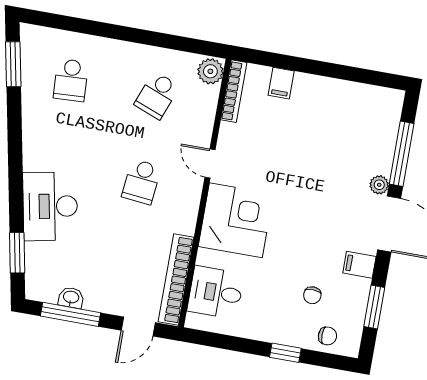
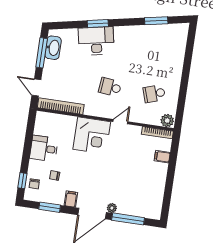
window: (13, 64) -> (156, 21), moved
school desk: (71, 80) -> (161, 50), removed
school desk: (157, 95) -> (154, 94), turned -39
window: (17, 253) -> (98, 24), moved
desk: (216, 292) -> (44, 148), moved, turned -90
washbasin: (71, 298) -> (53, 48), width x1.91, depth x1.45
window: (285, 353) -> (22, 181), moved

